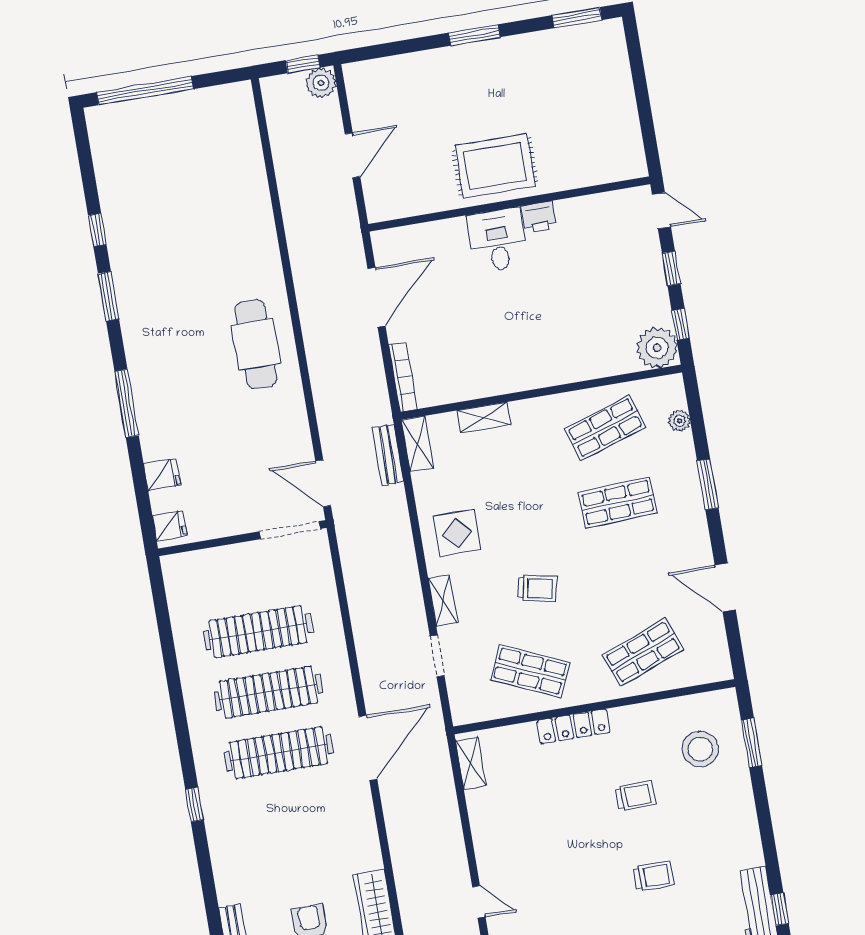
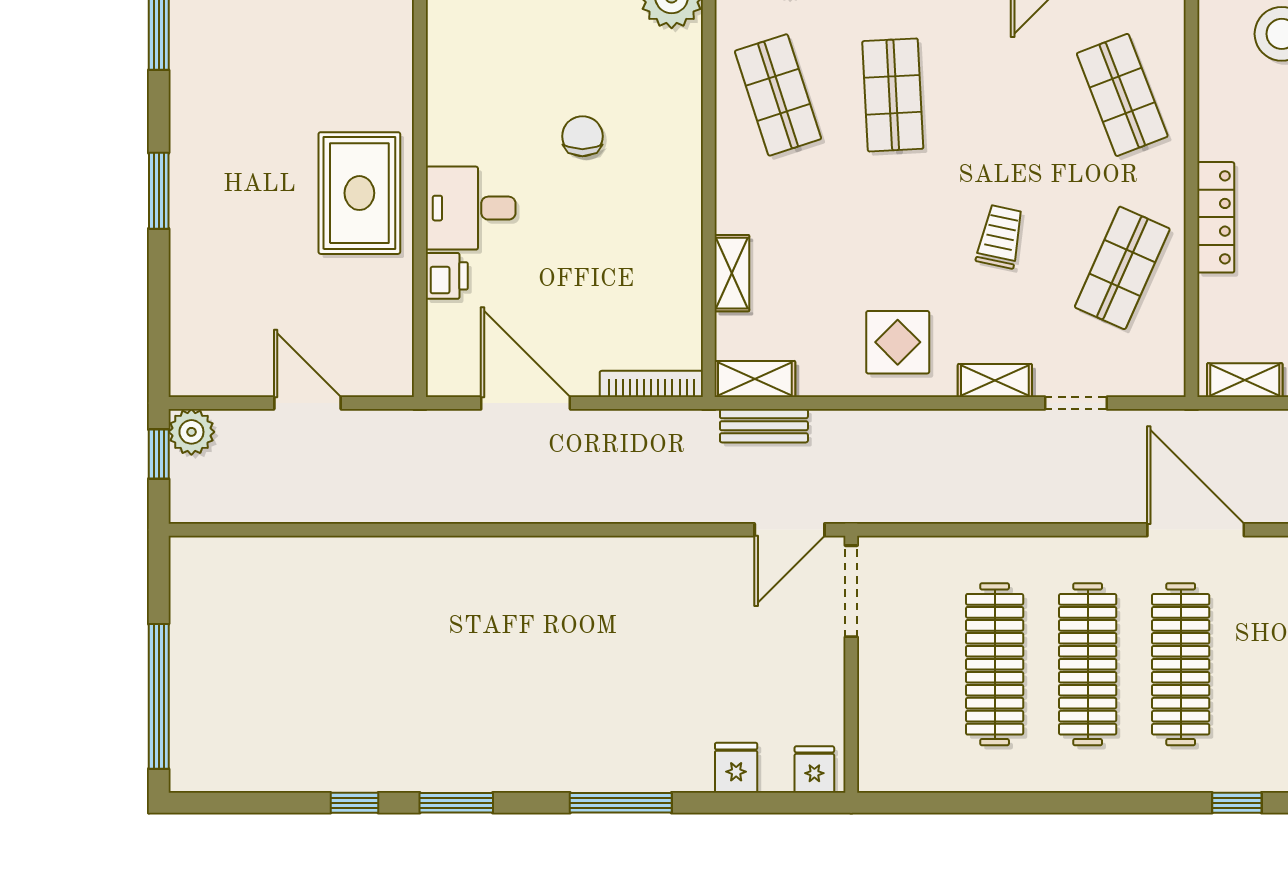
printer: (539, 217) -> (447, 276), moved
chair: (557, 305) -> (582, 136), added
cafe table: (256, 344) -> (565, 595), removed

